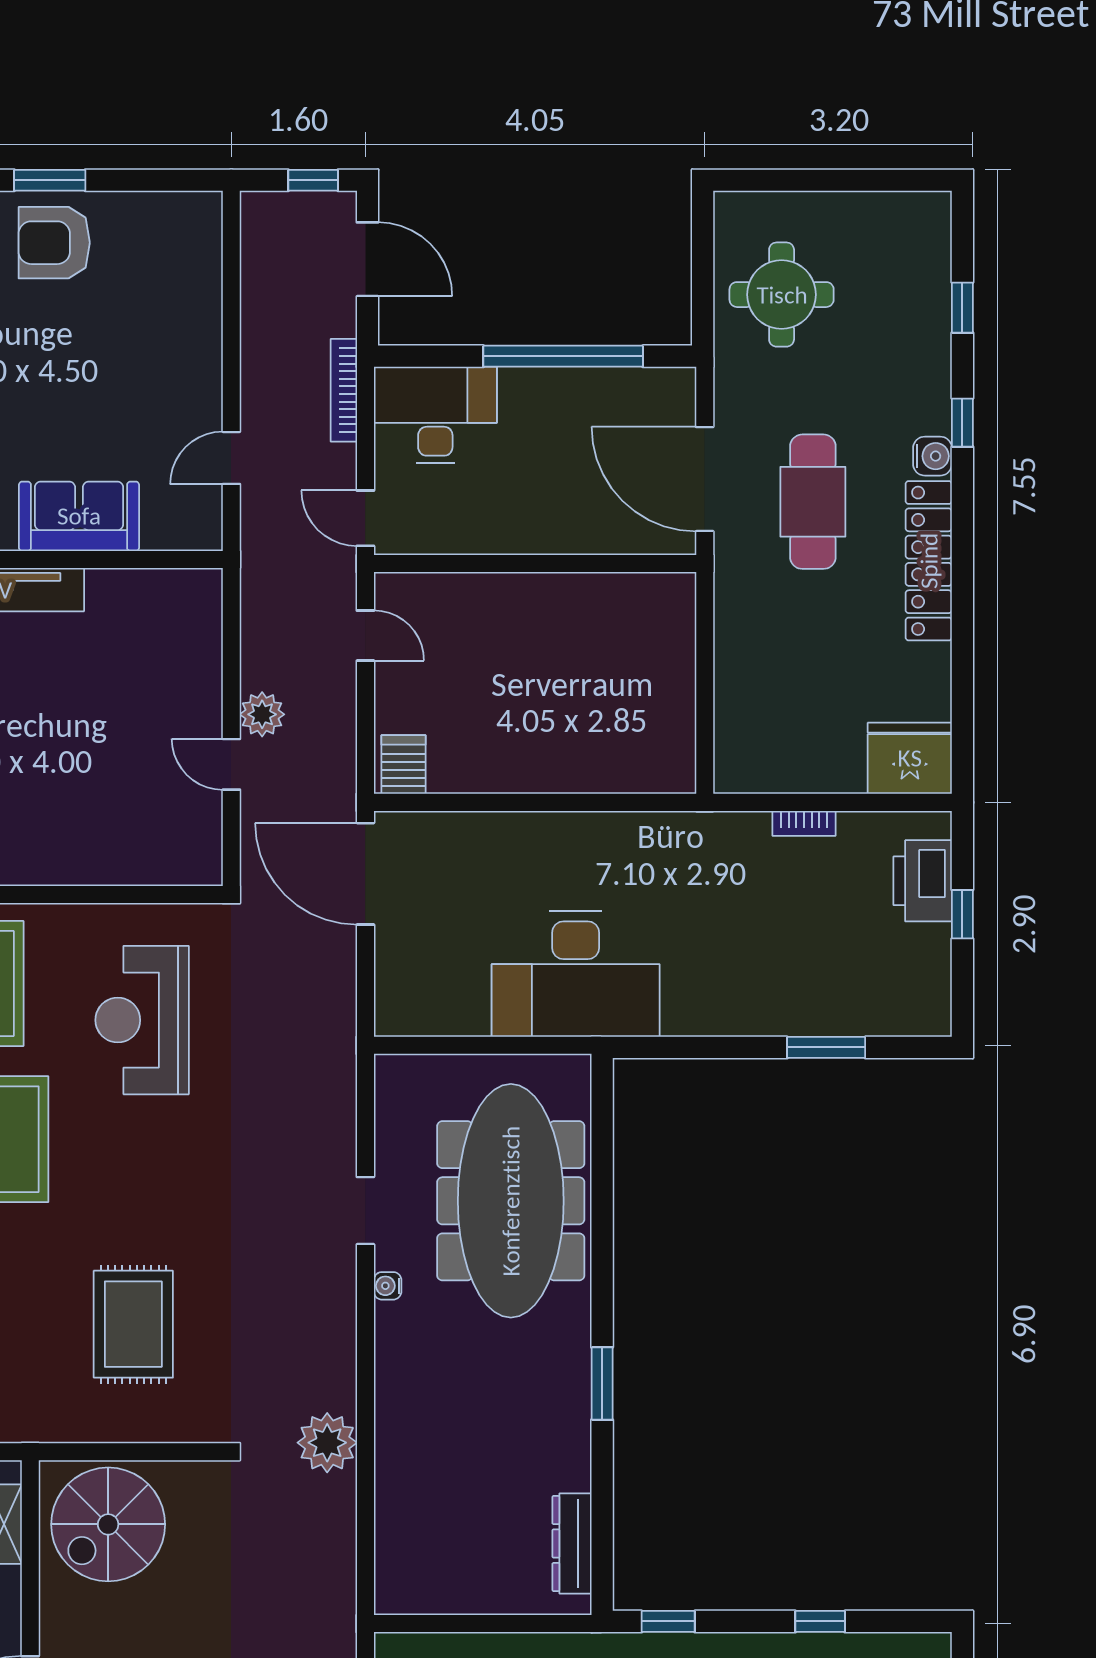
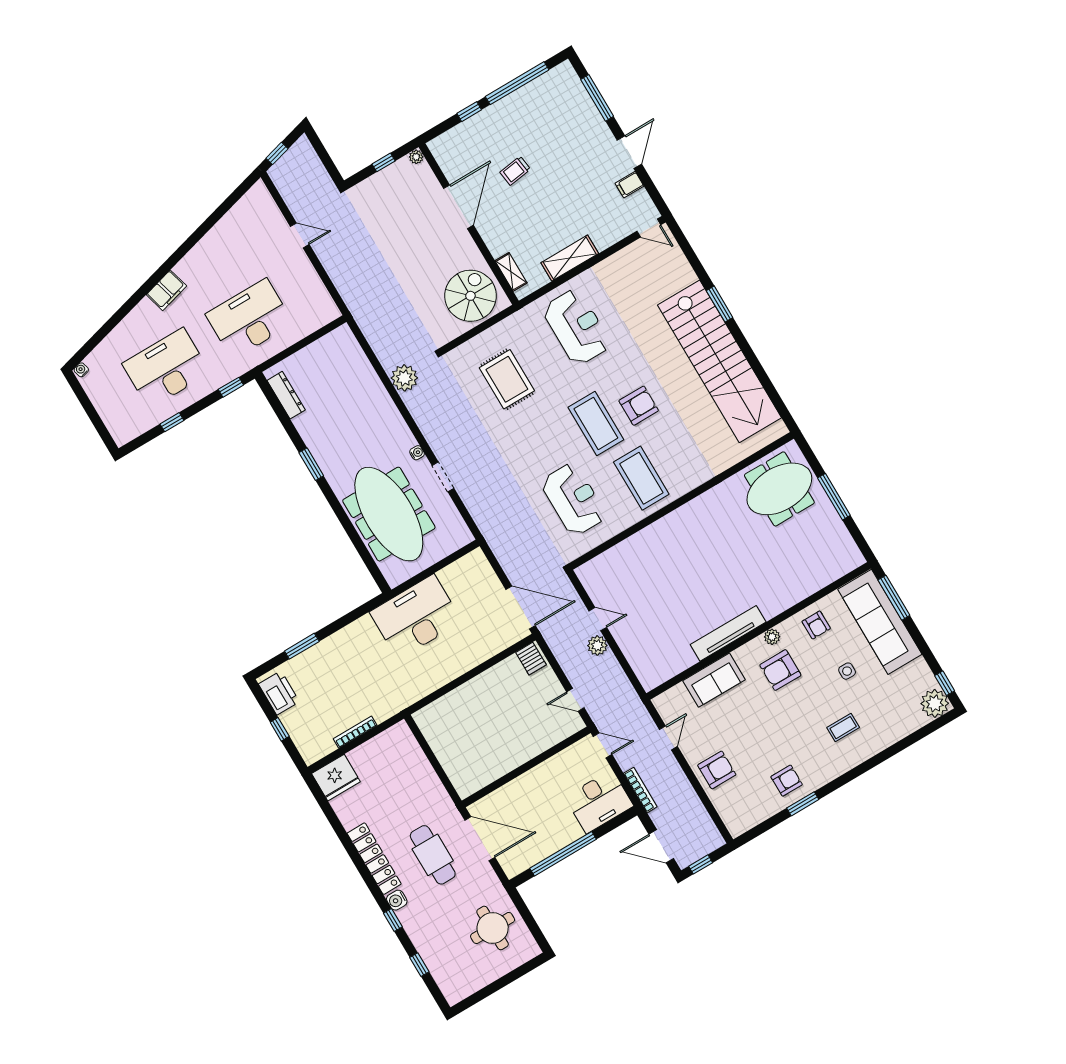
armchair: (54, 243) -> (787, 781), width x0.72, depth x0.72
armchair: (175, 342) -> (717, 770), added
bookcase: (804, 823) -> (355, 732), width x1.56
printer: (923, 881) -> (279, 693), moved

